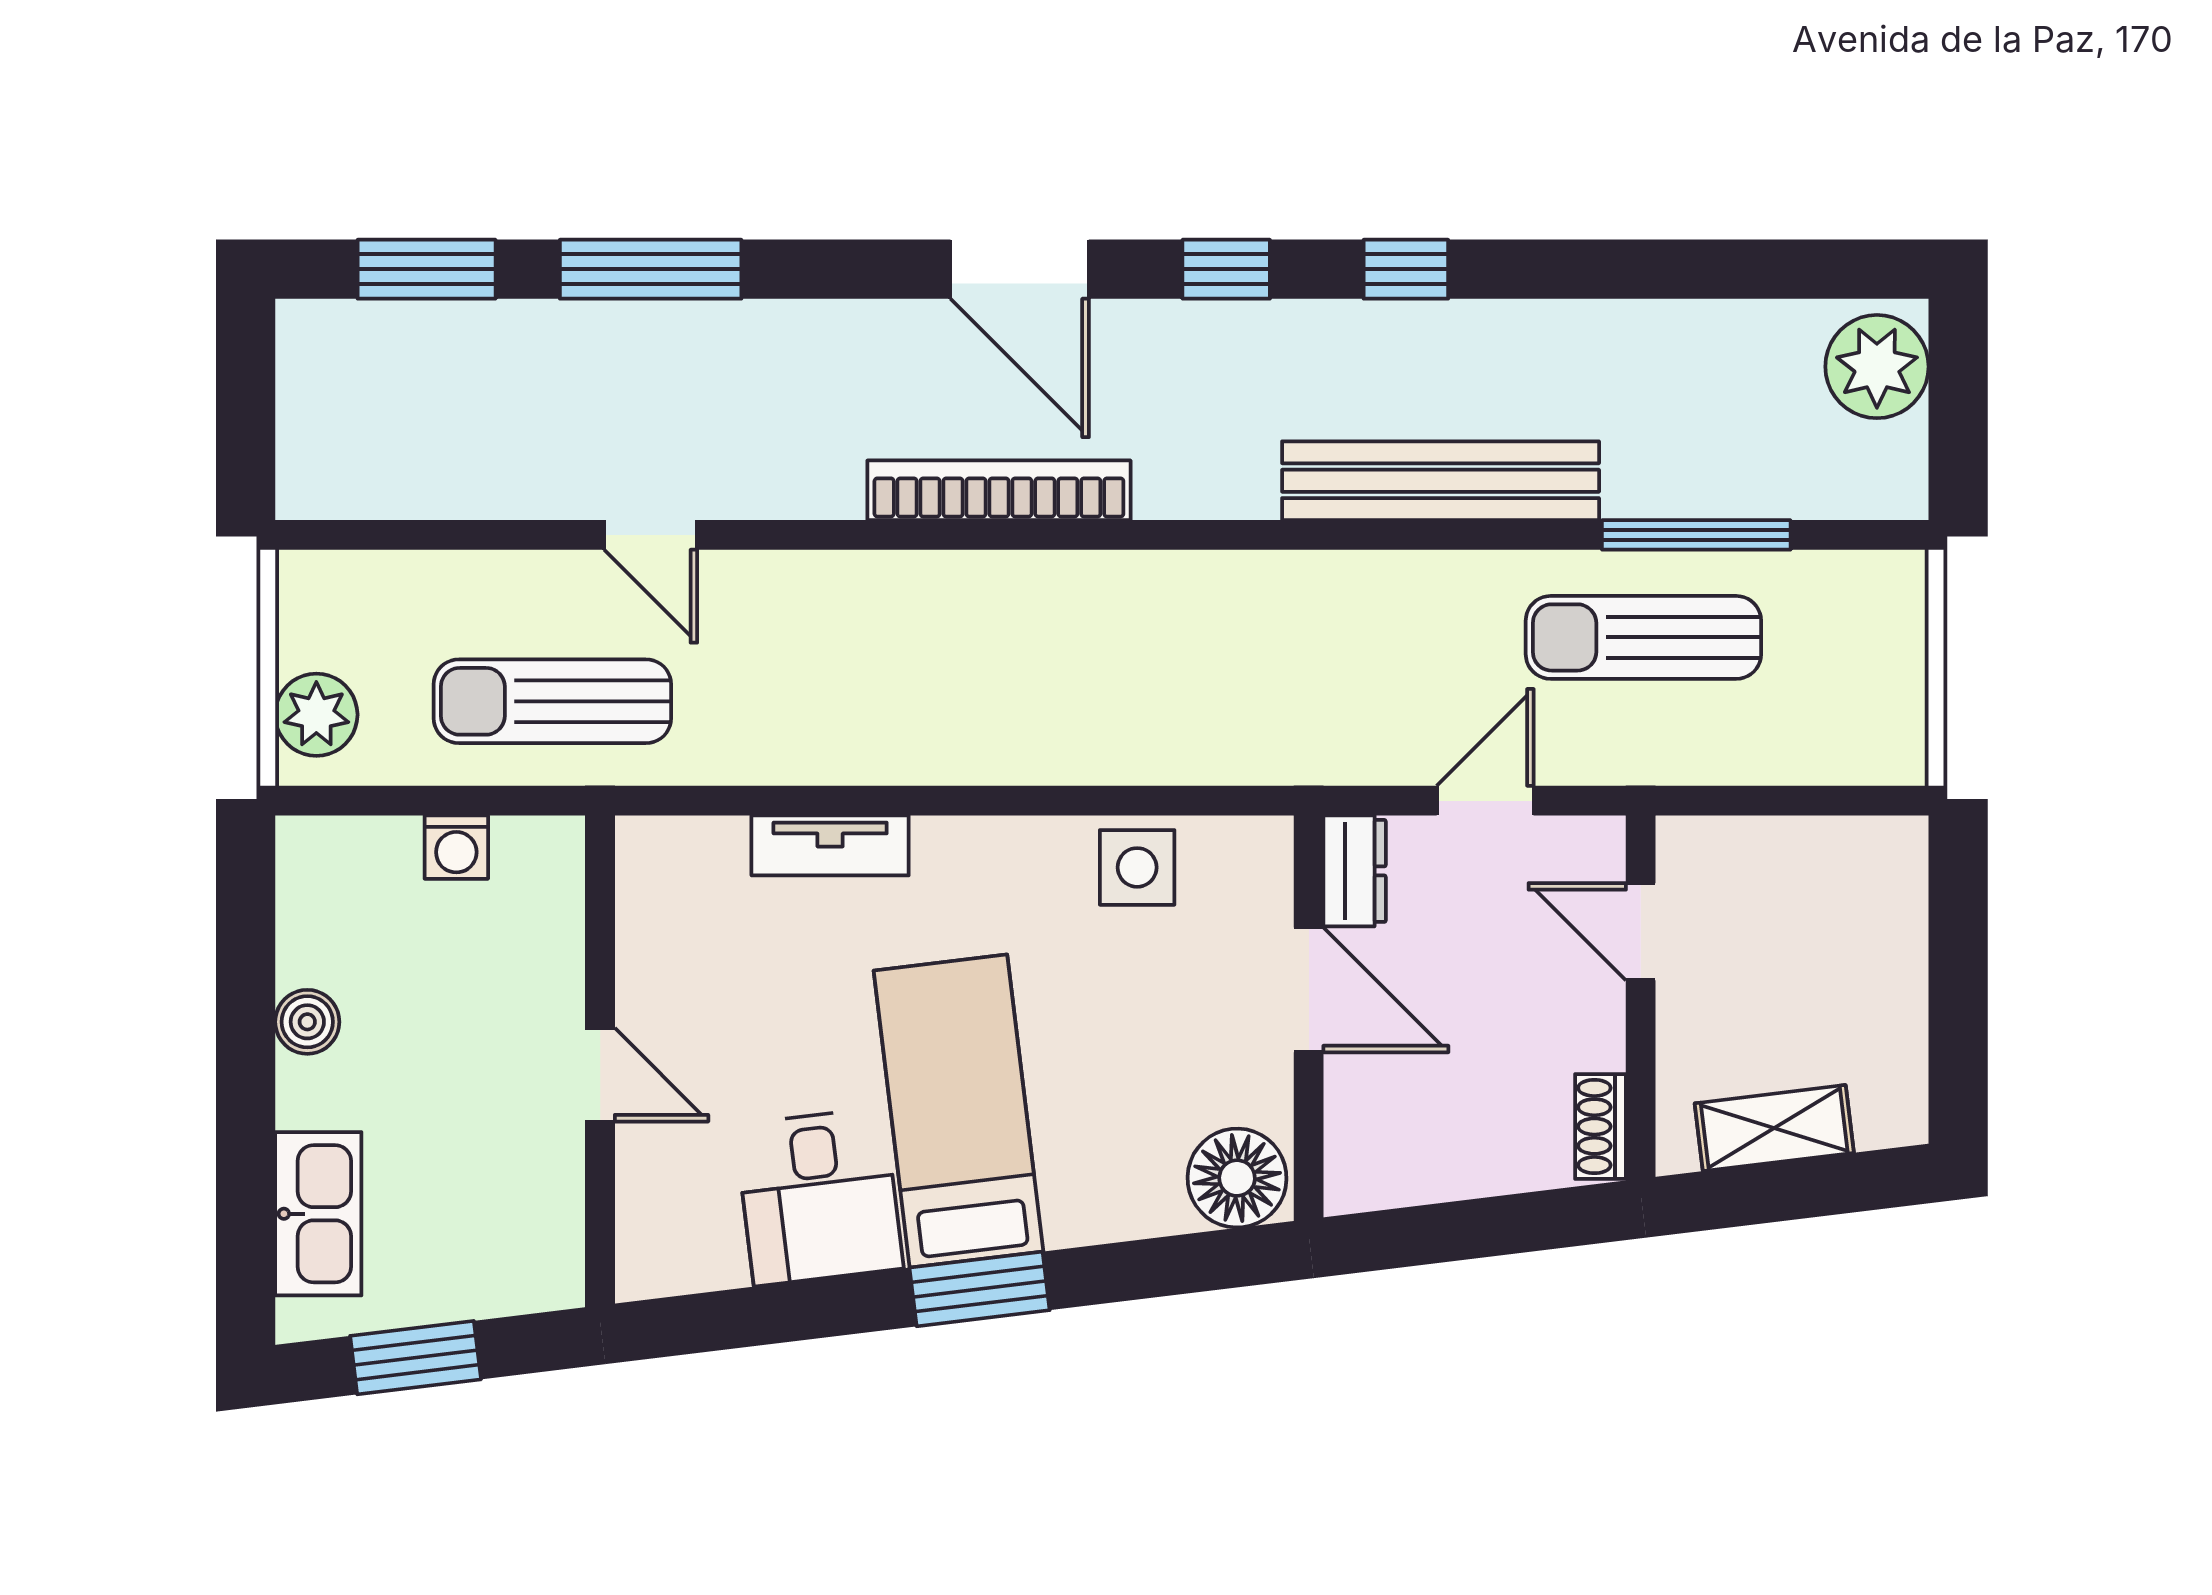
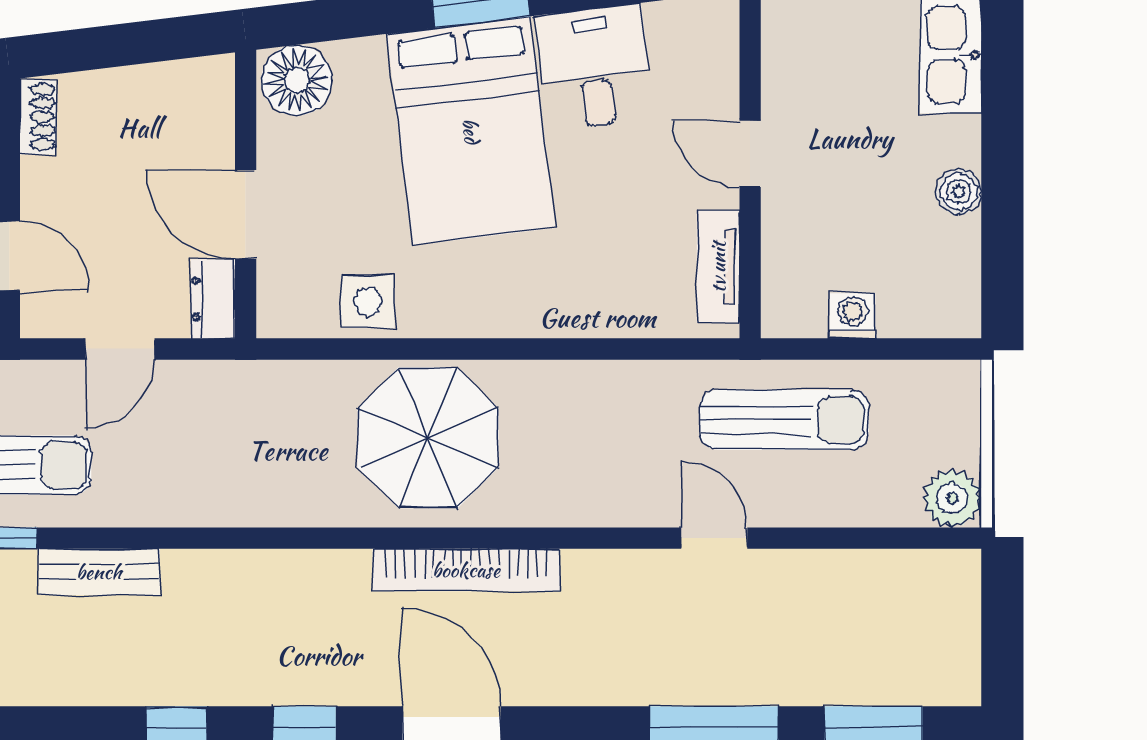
bench: (1441, 481) -> (99, 572), width x0.54, depth x0.82
parasol: (1053, 676) -> (428, 438), added
plant: (316, 715) -> (952, 498), moved
tv unit: (830, 845) -> (718, 267), moved, turned -90
bed: (958, 1111) -> (471, 131), width x1.50

